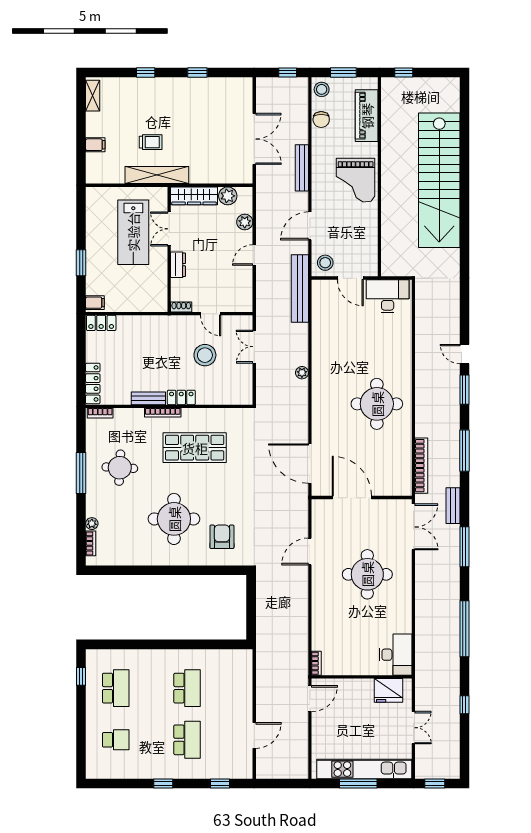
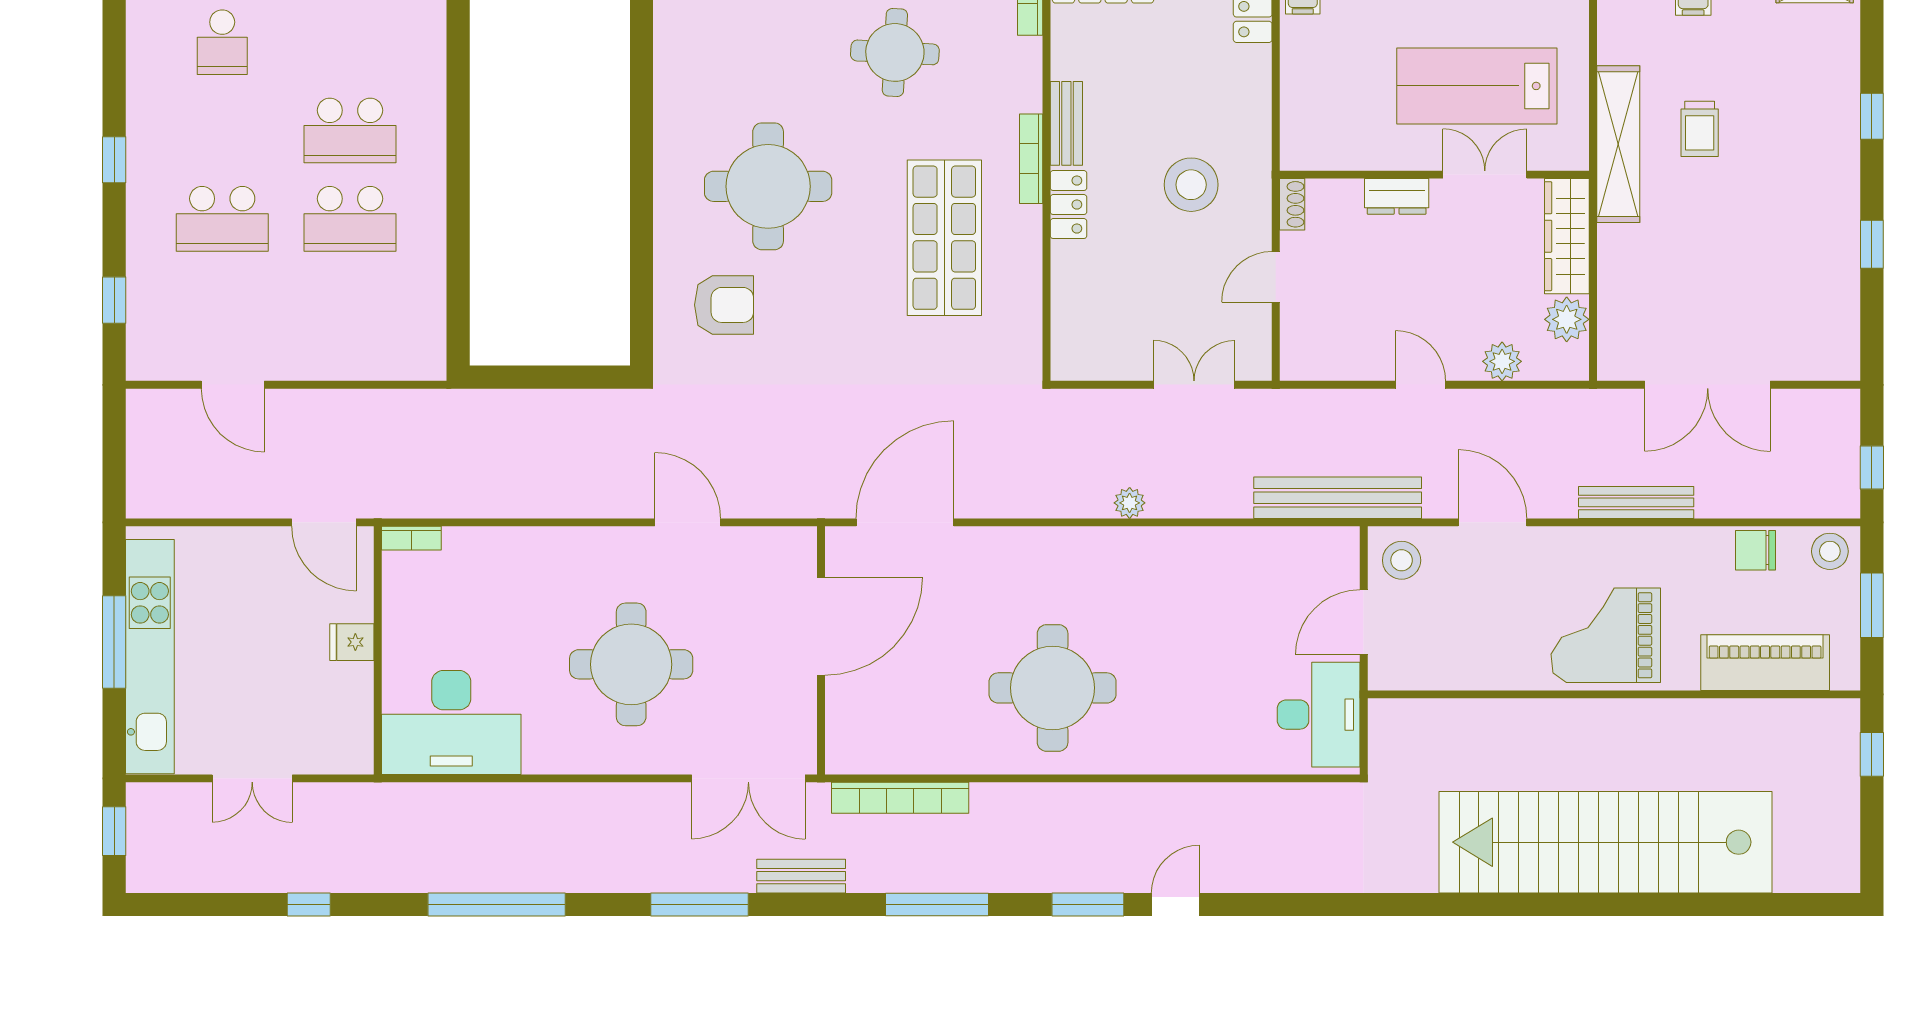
stool: (205, 355) -> (1191, 185), moved
desk: (396, 655) -> (451, 722), width x1.36, depth x1.30
school desk: (116, 688) -> (350, 131), moved
fridge: (389, 690) -> (352, 642), moved, width x0.53, depth x0.75

